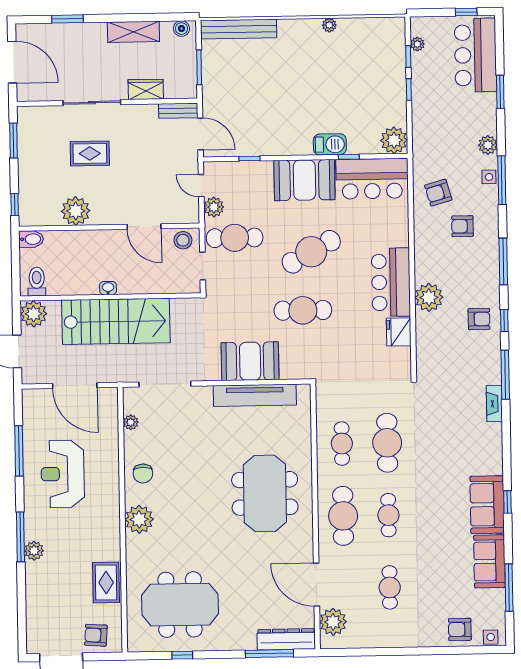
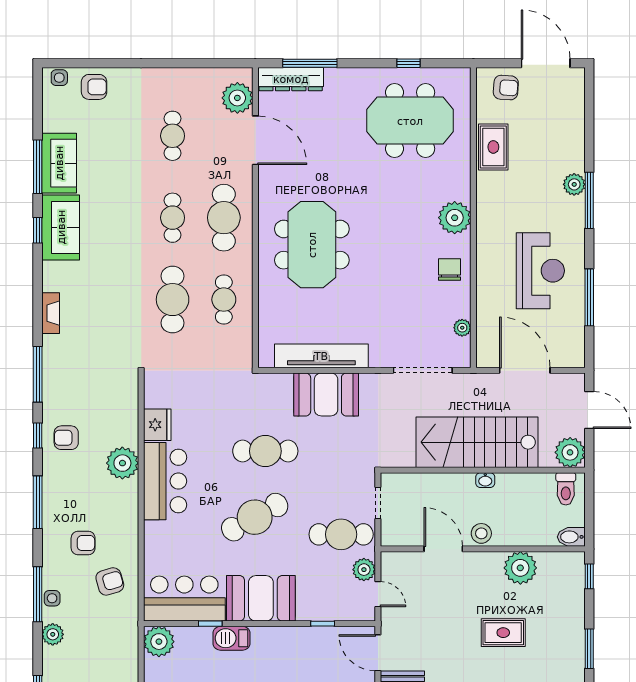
stool: (183, 240) -> (481, 533), moved
fireplace: (494, 404) -> (51, 313), moved
window: (509, 588) -> (38, 167), moved

